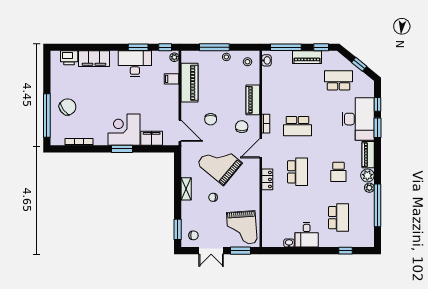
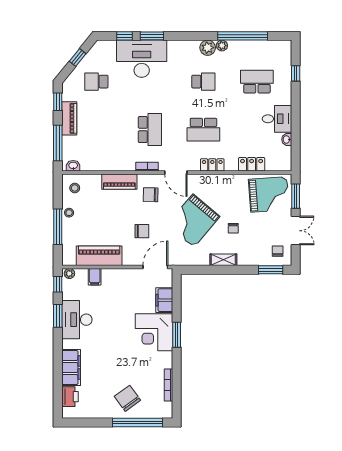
school desk: (338, 80) -> (96, 82), width x0.54
piano: (368, 155) -> (183, 47), removed
school desk: (297, 172) -> (203, 130), turned 180
locker: (268, 213) -> (252, 164), added

